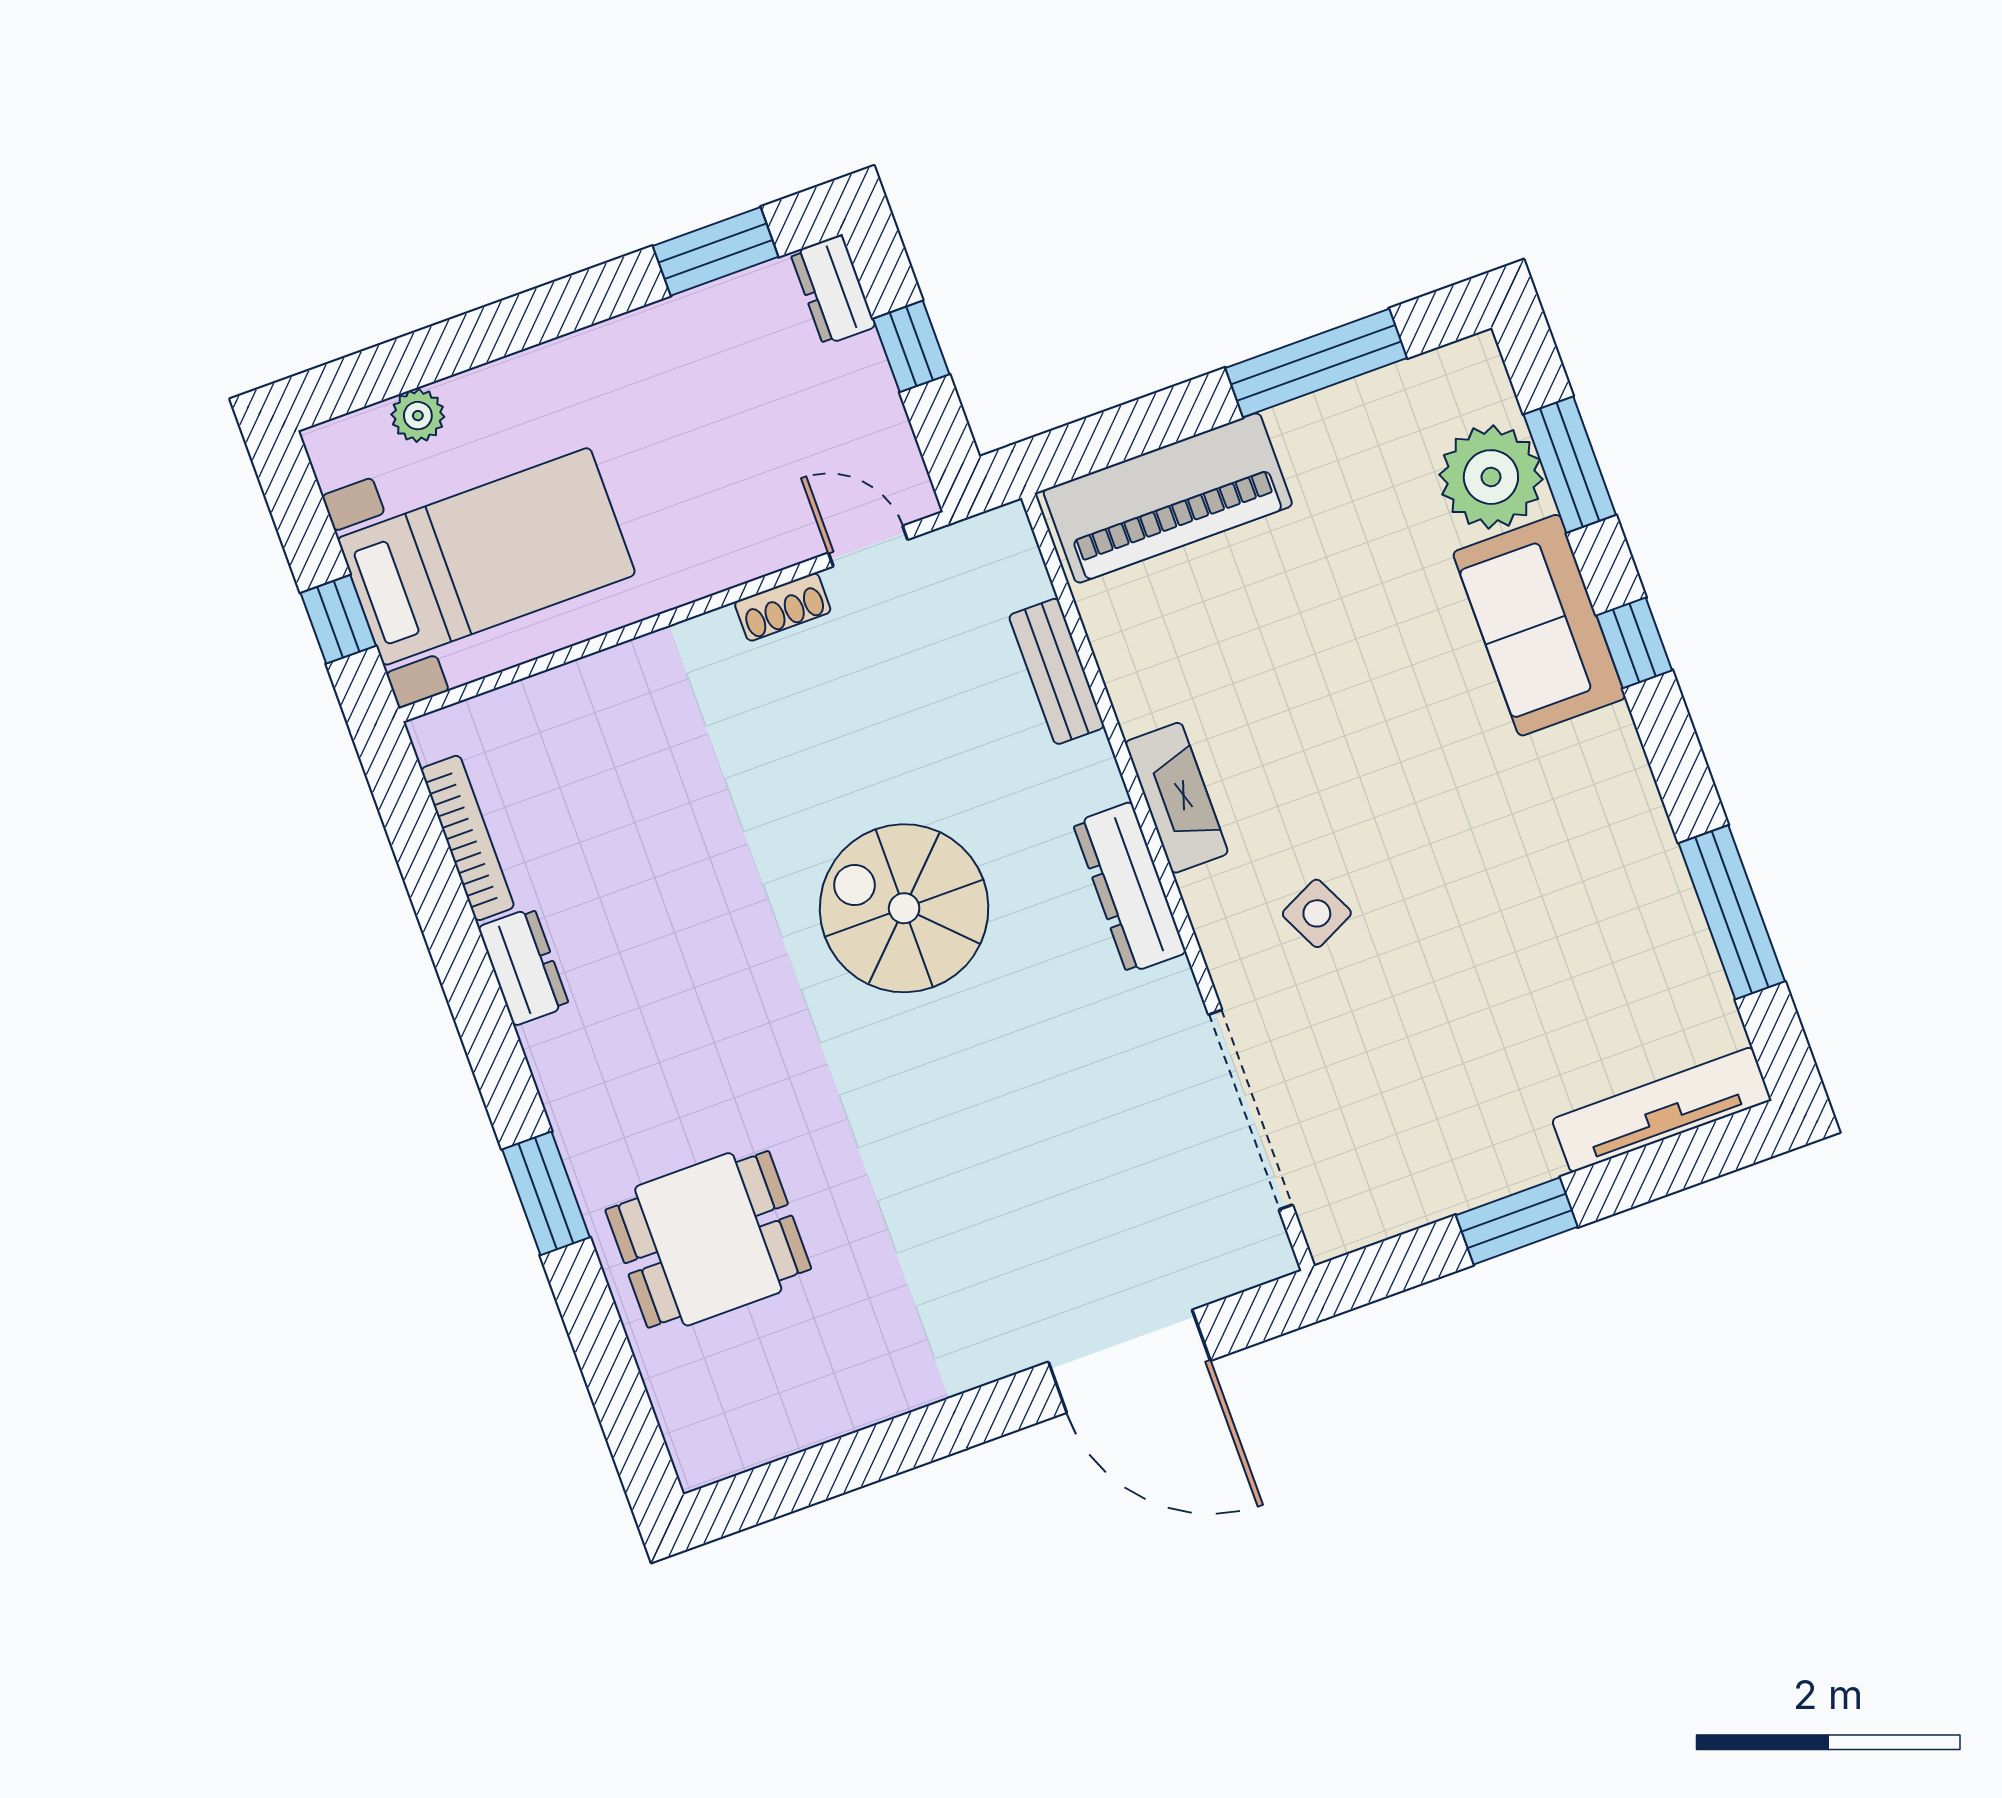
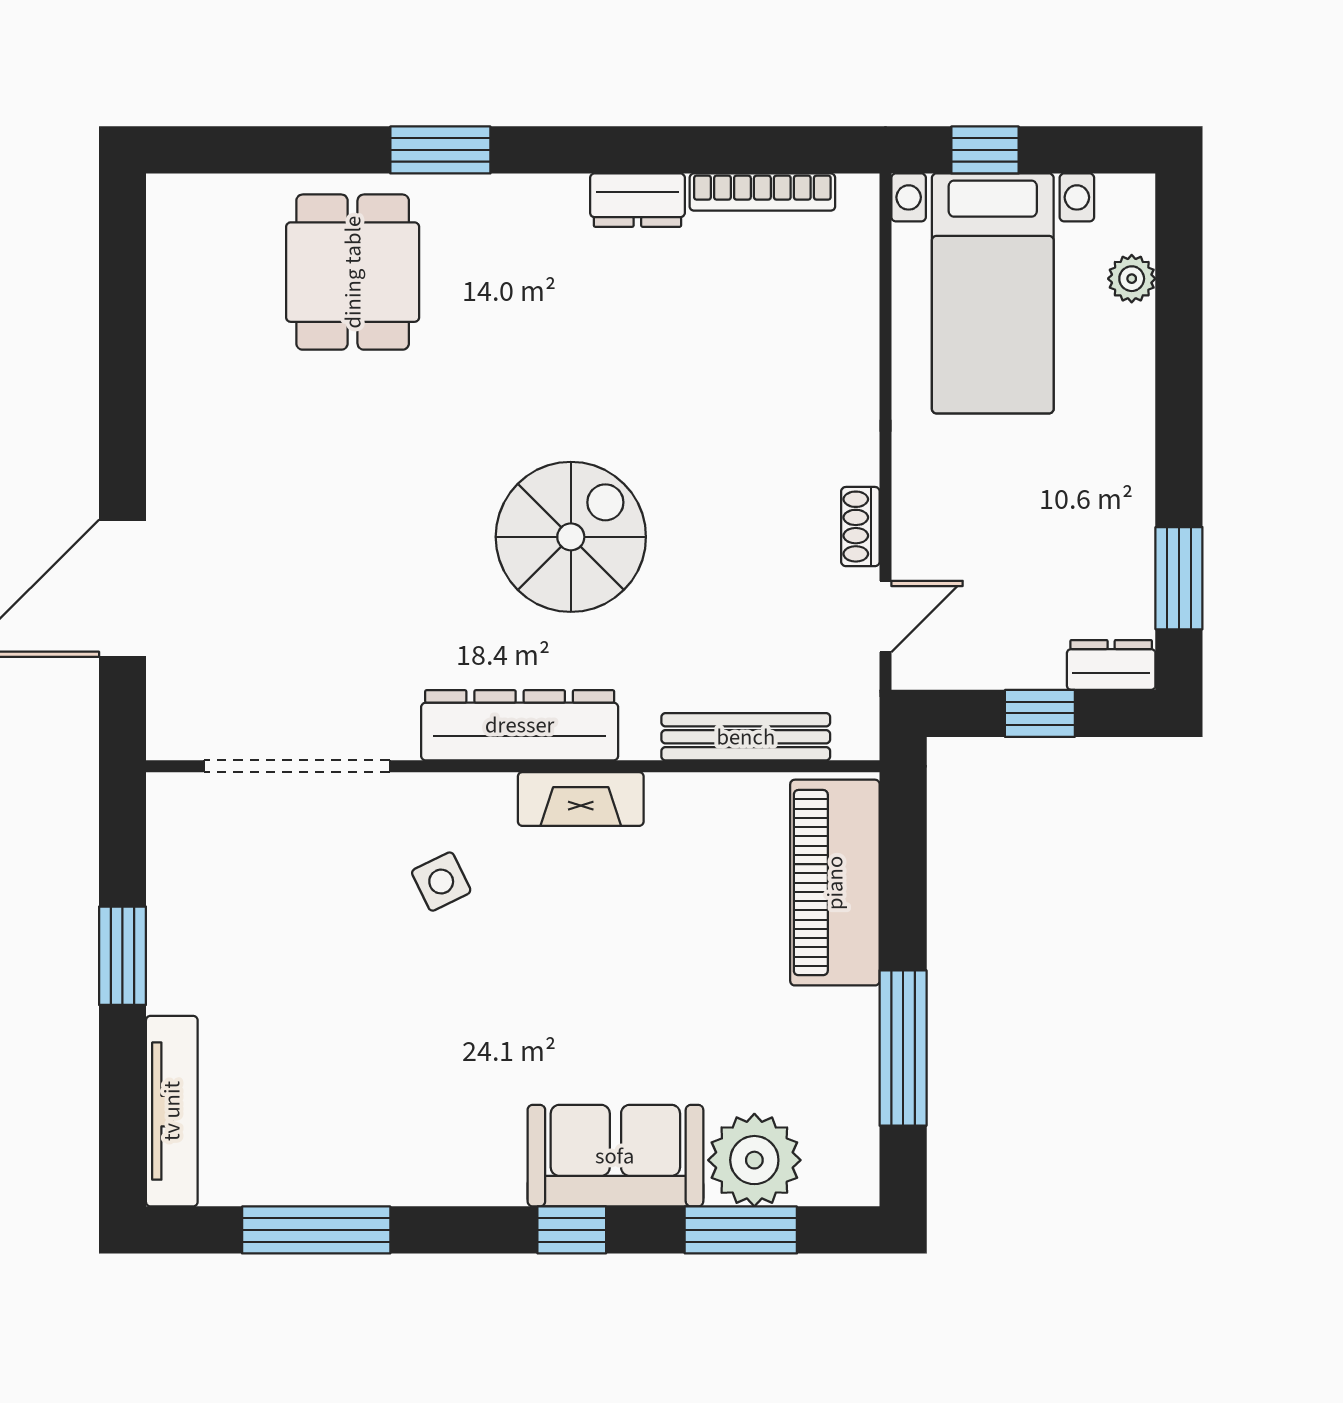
bench: (1057, 671) -> (746, 737), width x1.36
dresser: (1129, 888) -> (520, 725), width x1.37, depth x1.24

